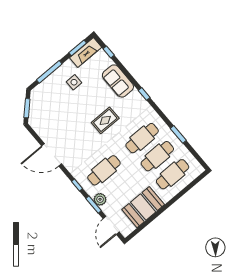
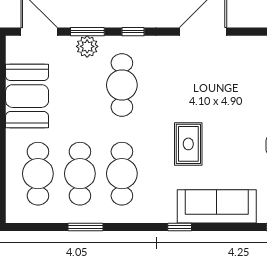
sofa: (118, 81) -> (217, 206), width x1.36

